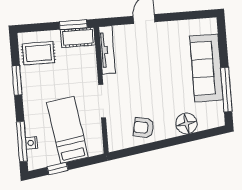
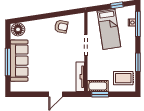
window: (226, 90) -> (8, 62), moved
floor lamp: (186, 124) -> (18, 29), moved

